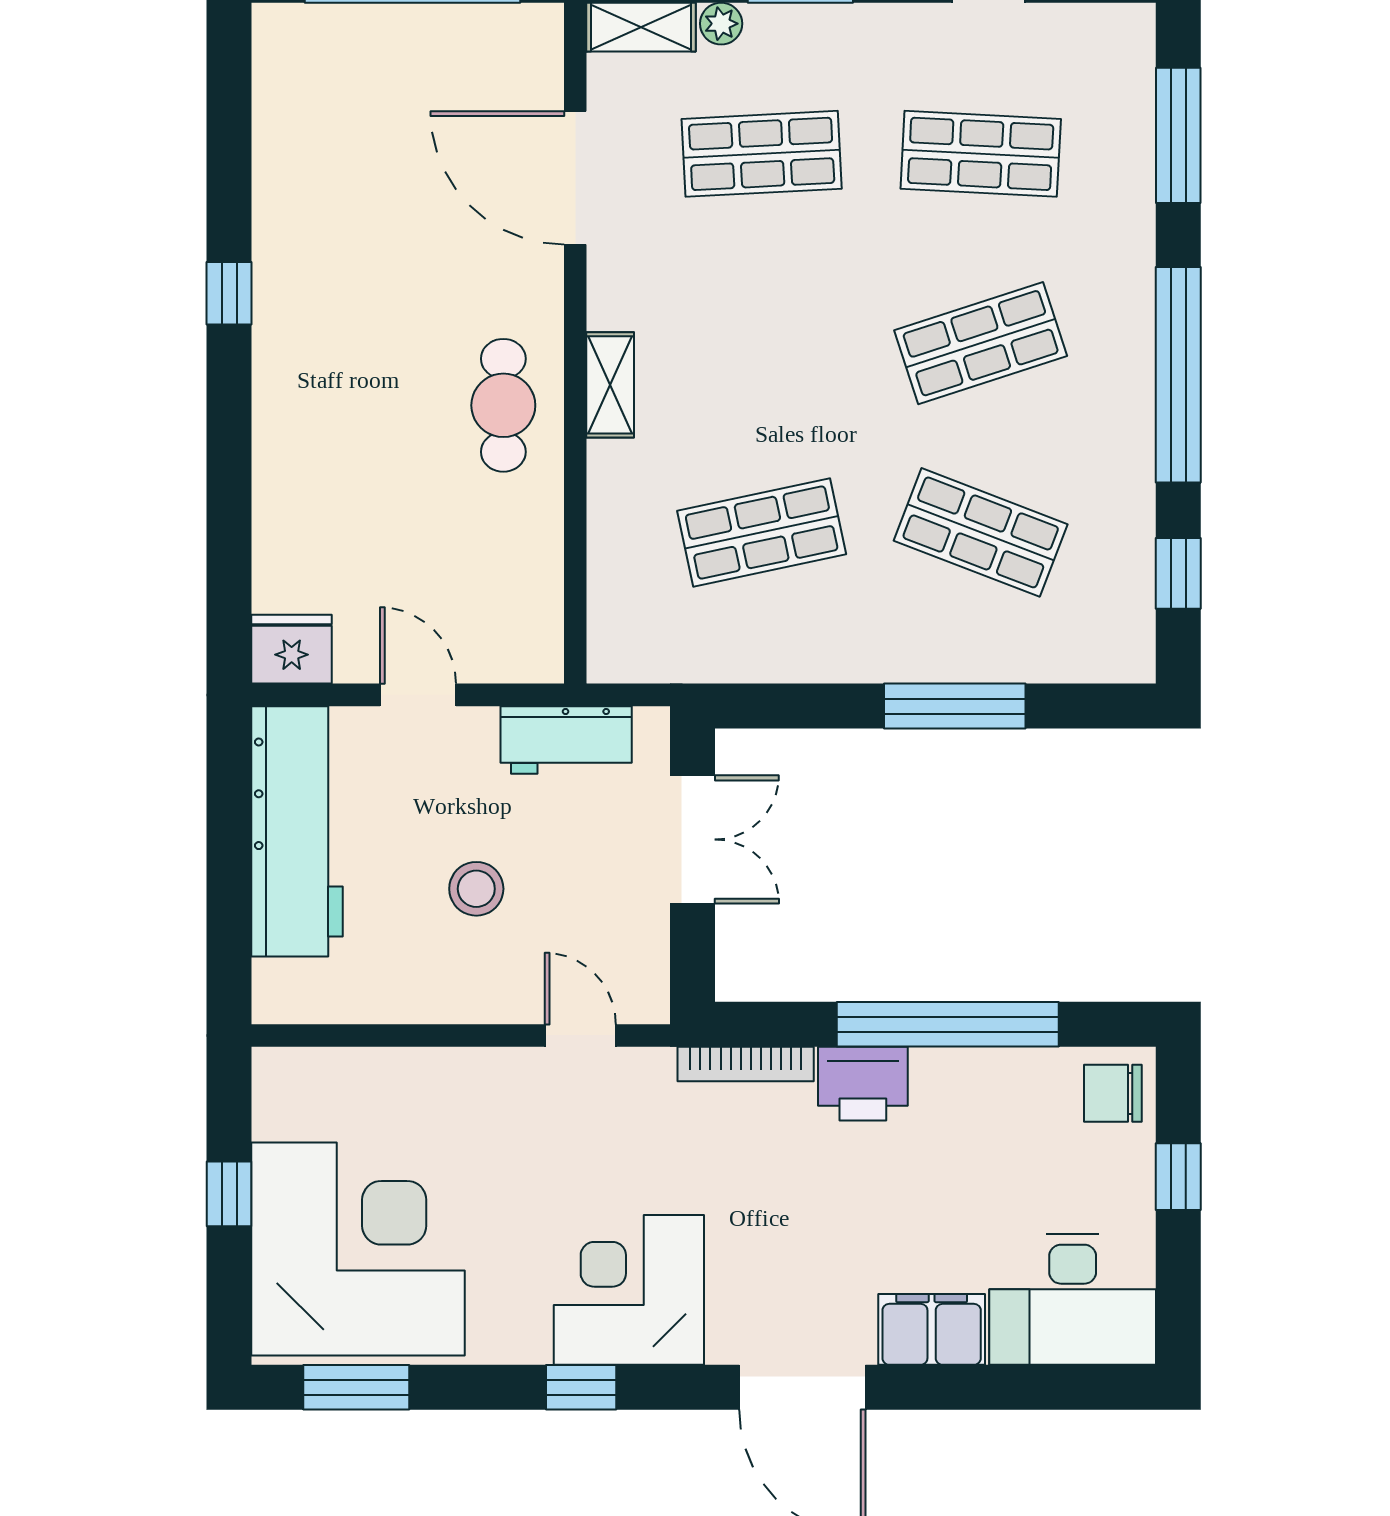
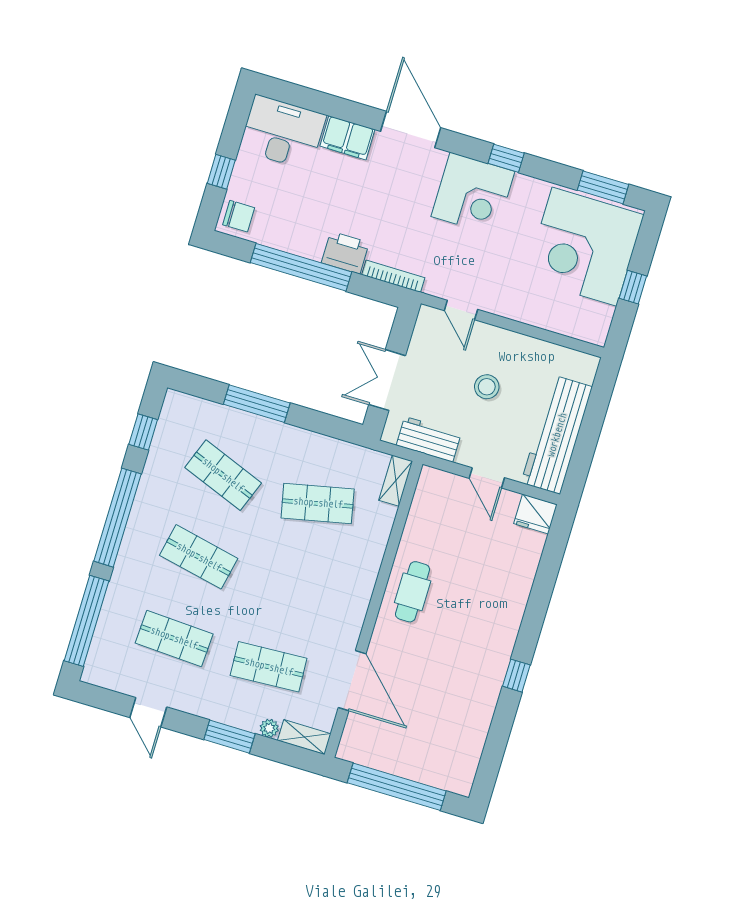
window: (1178, 135) -> (87, 621), width x1.46
shop shelf: (981, 343) -> (199, 557), turned 30
shelving: (610, 385) -> (396, 481), moved

